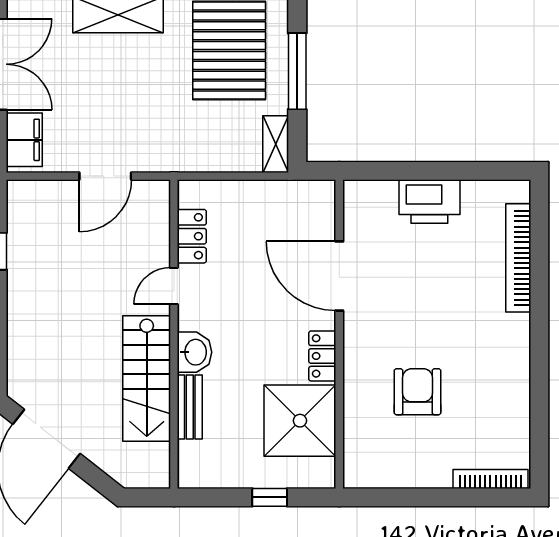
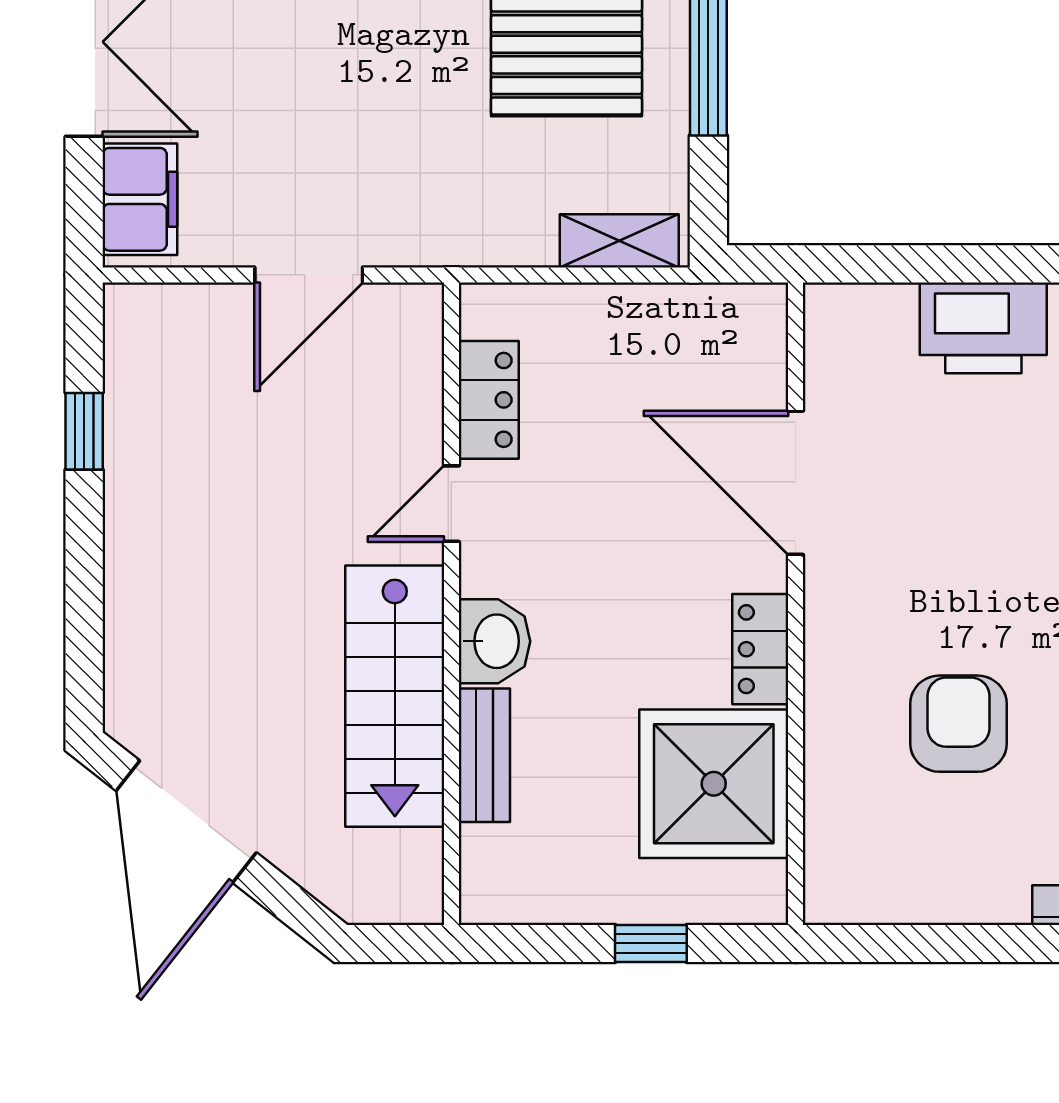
shelving: (276, 144) -> (619, 241), moved, turned 90

